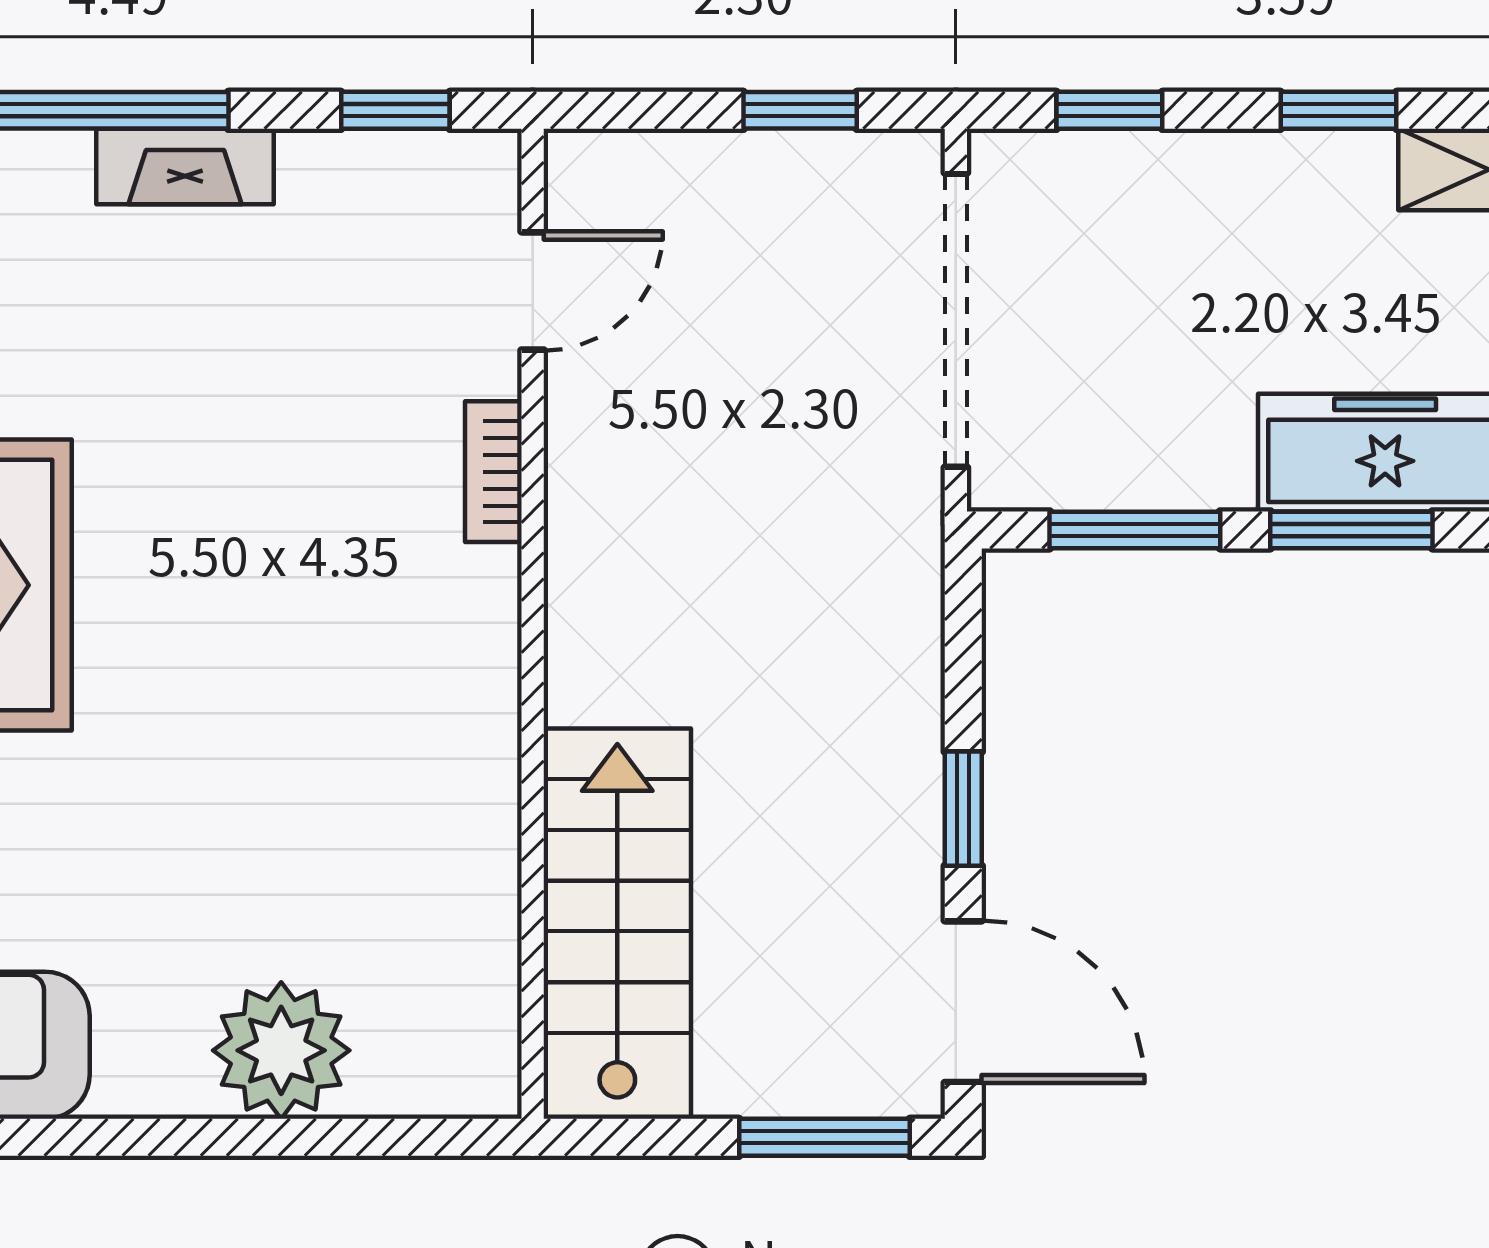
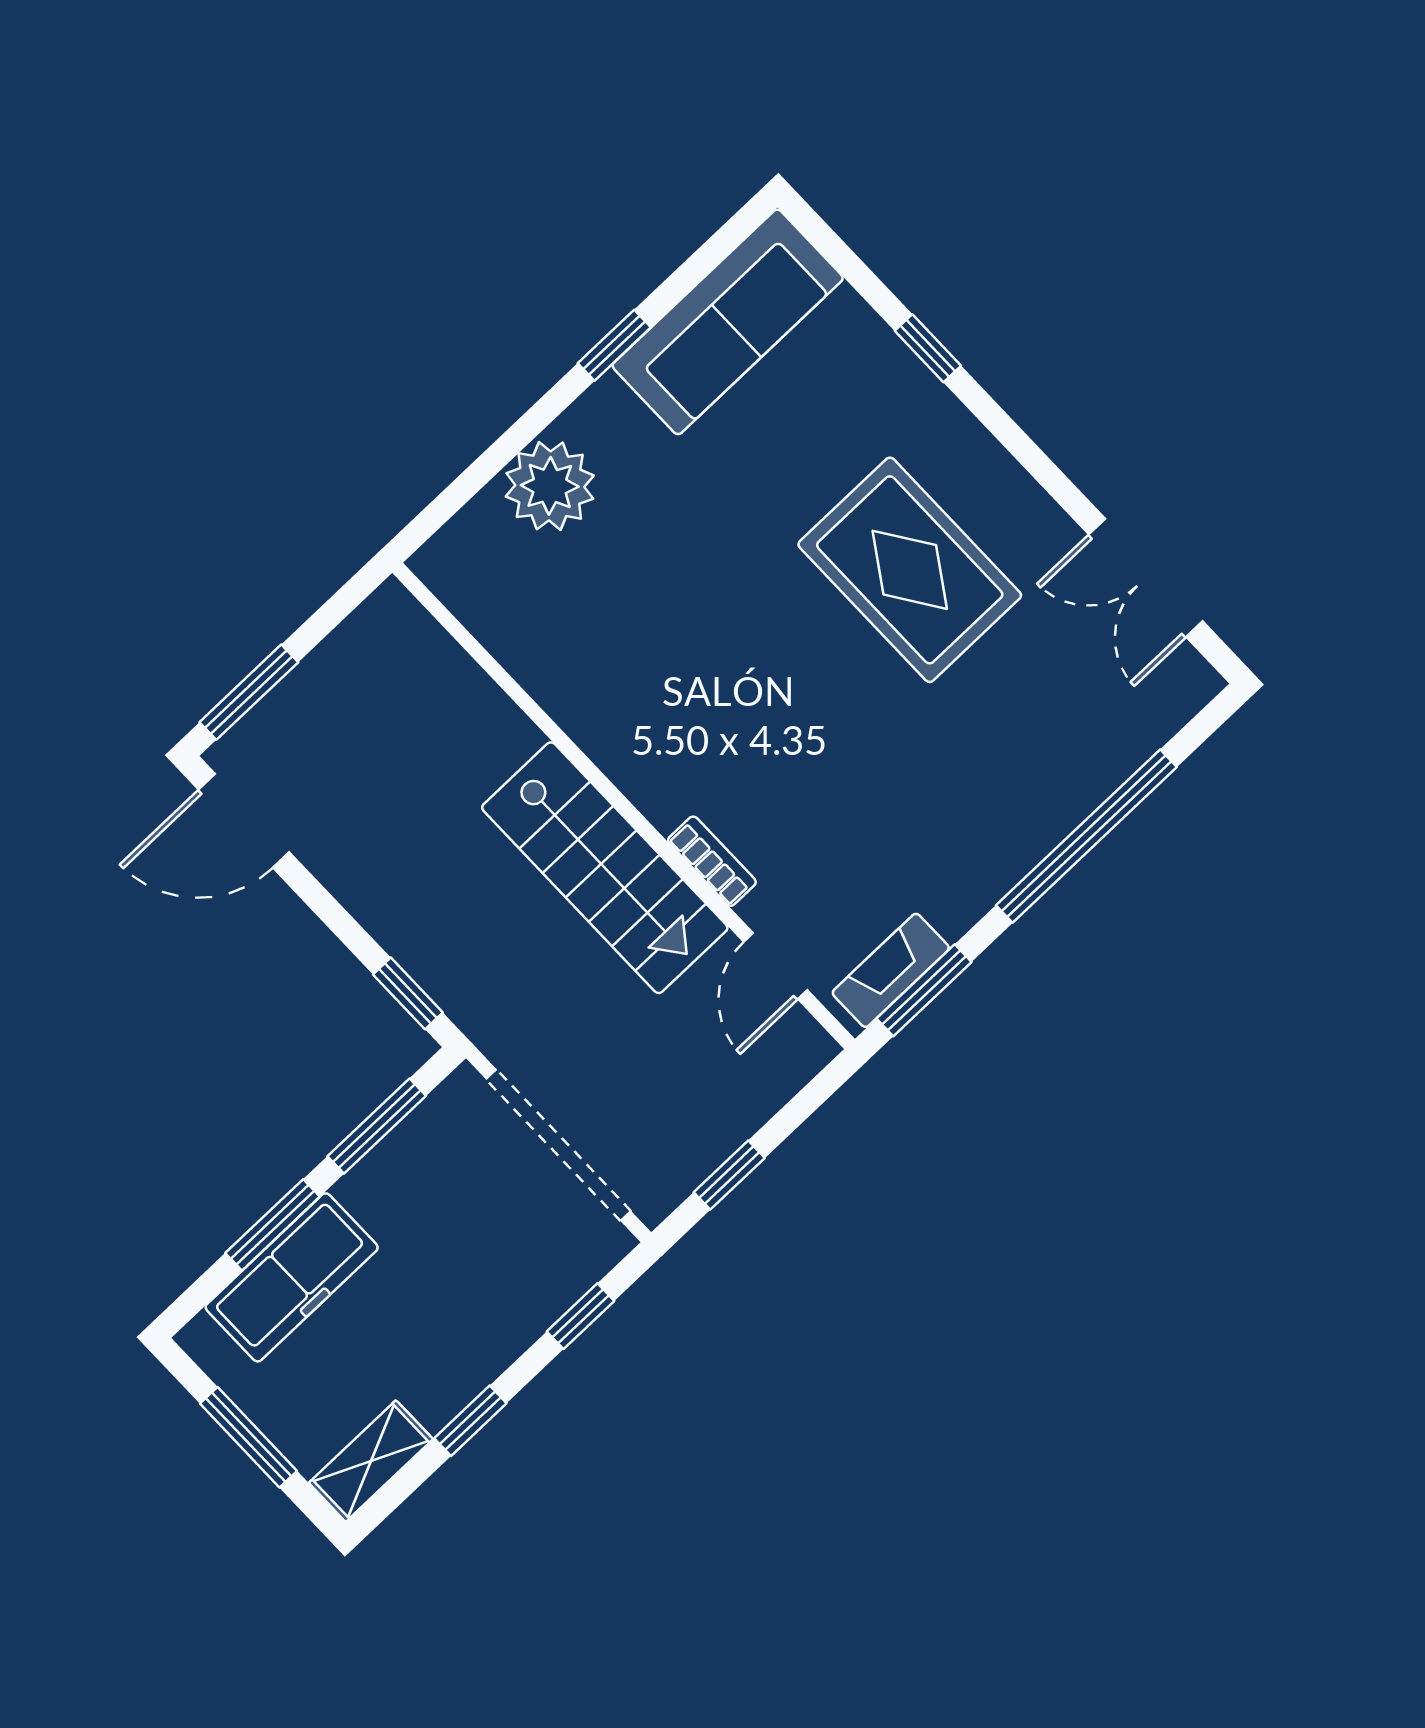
window: (395, 110) -> (924, 990), width x1.50
fireplace: (185, 167) -> (891, 970), moved
window: (963, 809) -> (408, 993), moved
stairs: (617, 924) -> (605, 868), moved
window: (64, 1137) -> (614, 345), added

